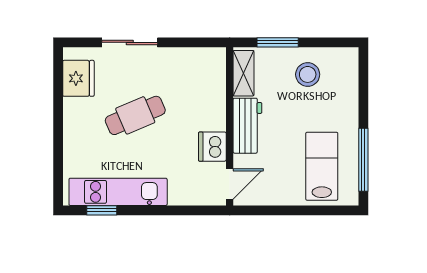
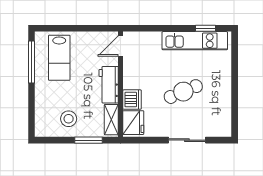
fridge: (78, 78) -> (133, 123), moved, turned 180
dishwasher: (212, 147) -> (132, 100), moved

